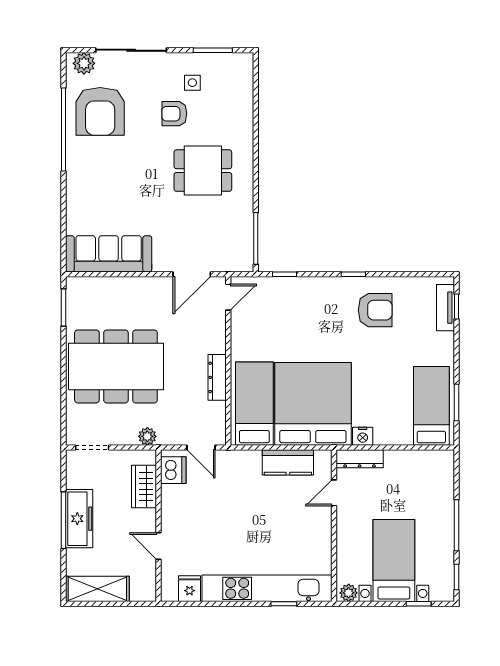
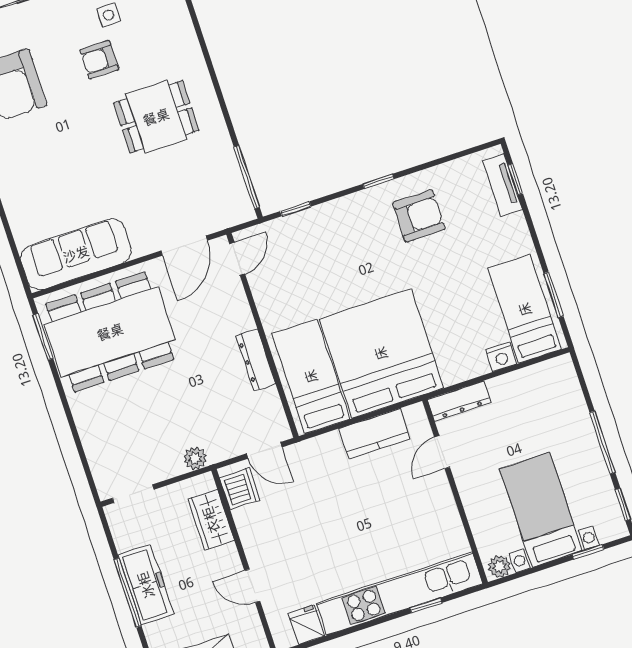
dining table: (116, 366) -> (110, 332), moved
nightstand: (363, 436) -> (501, 357), moved

